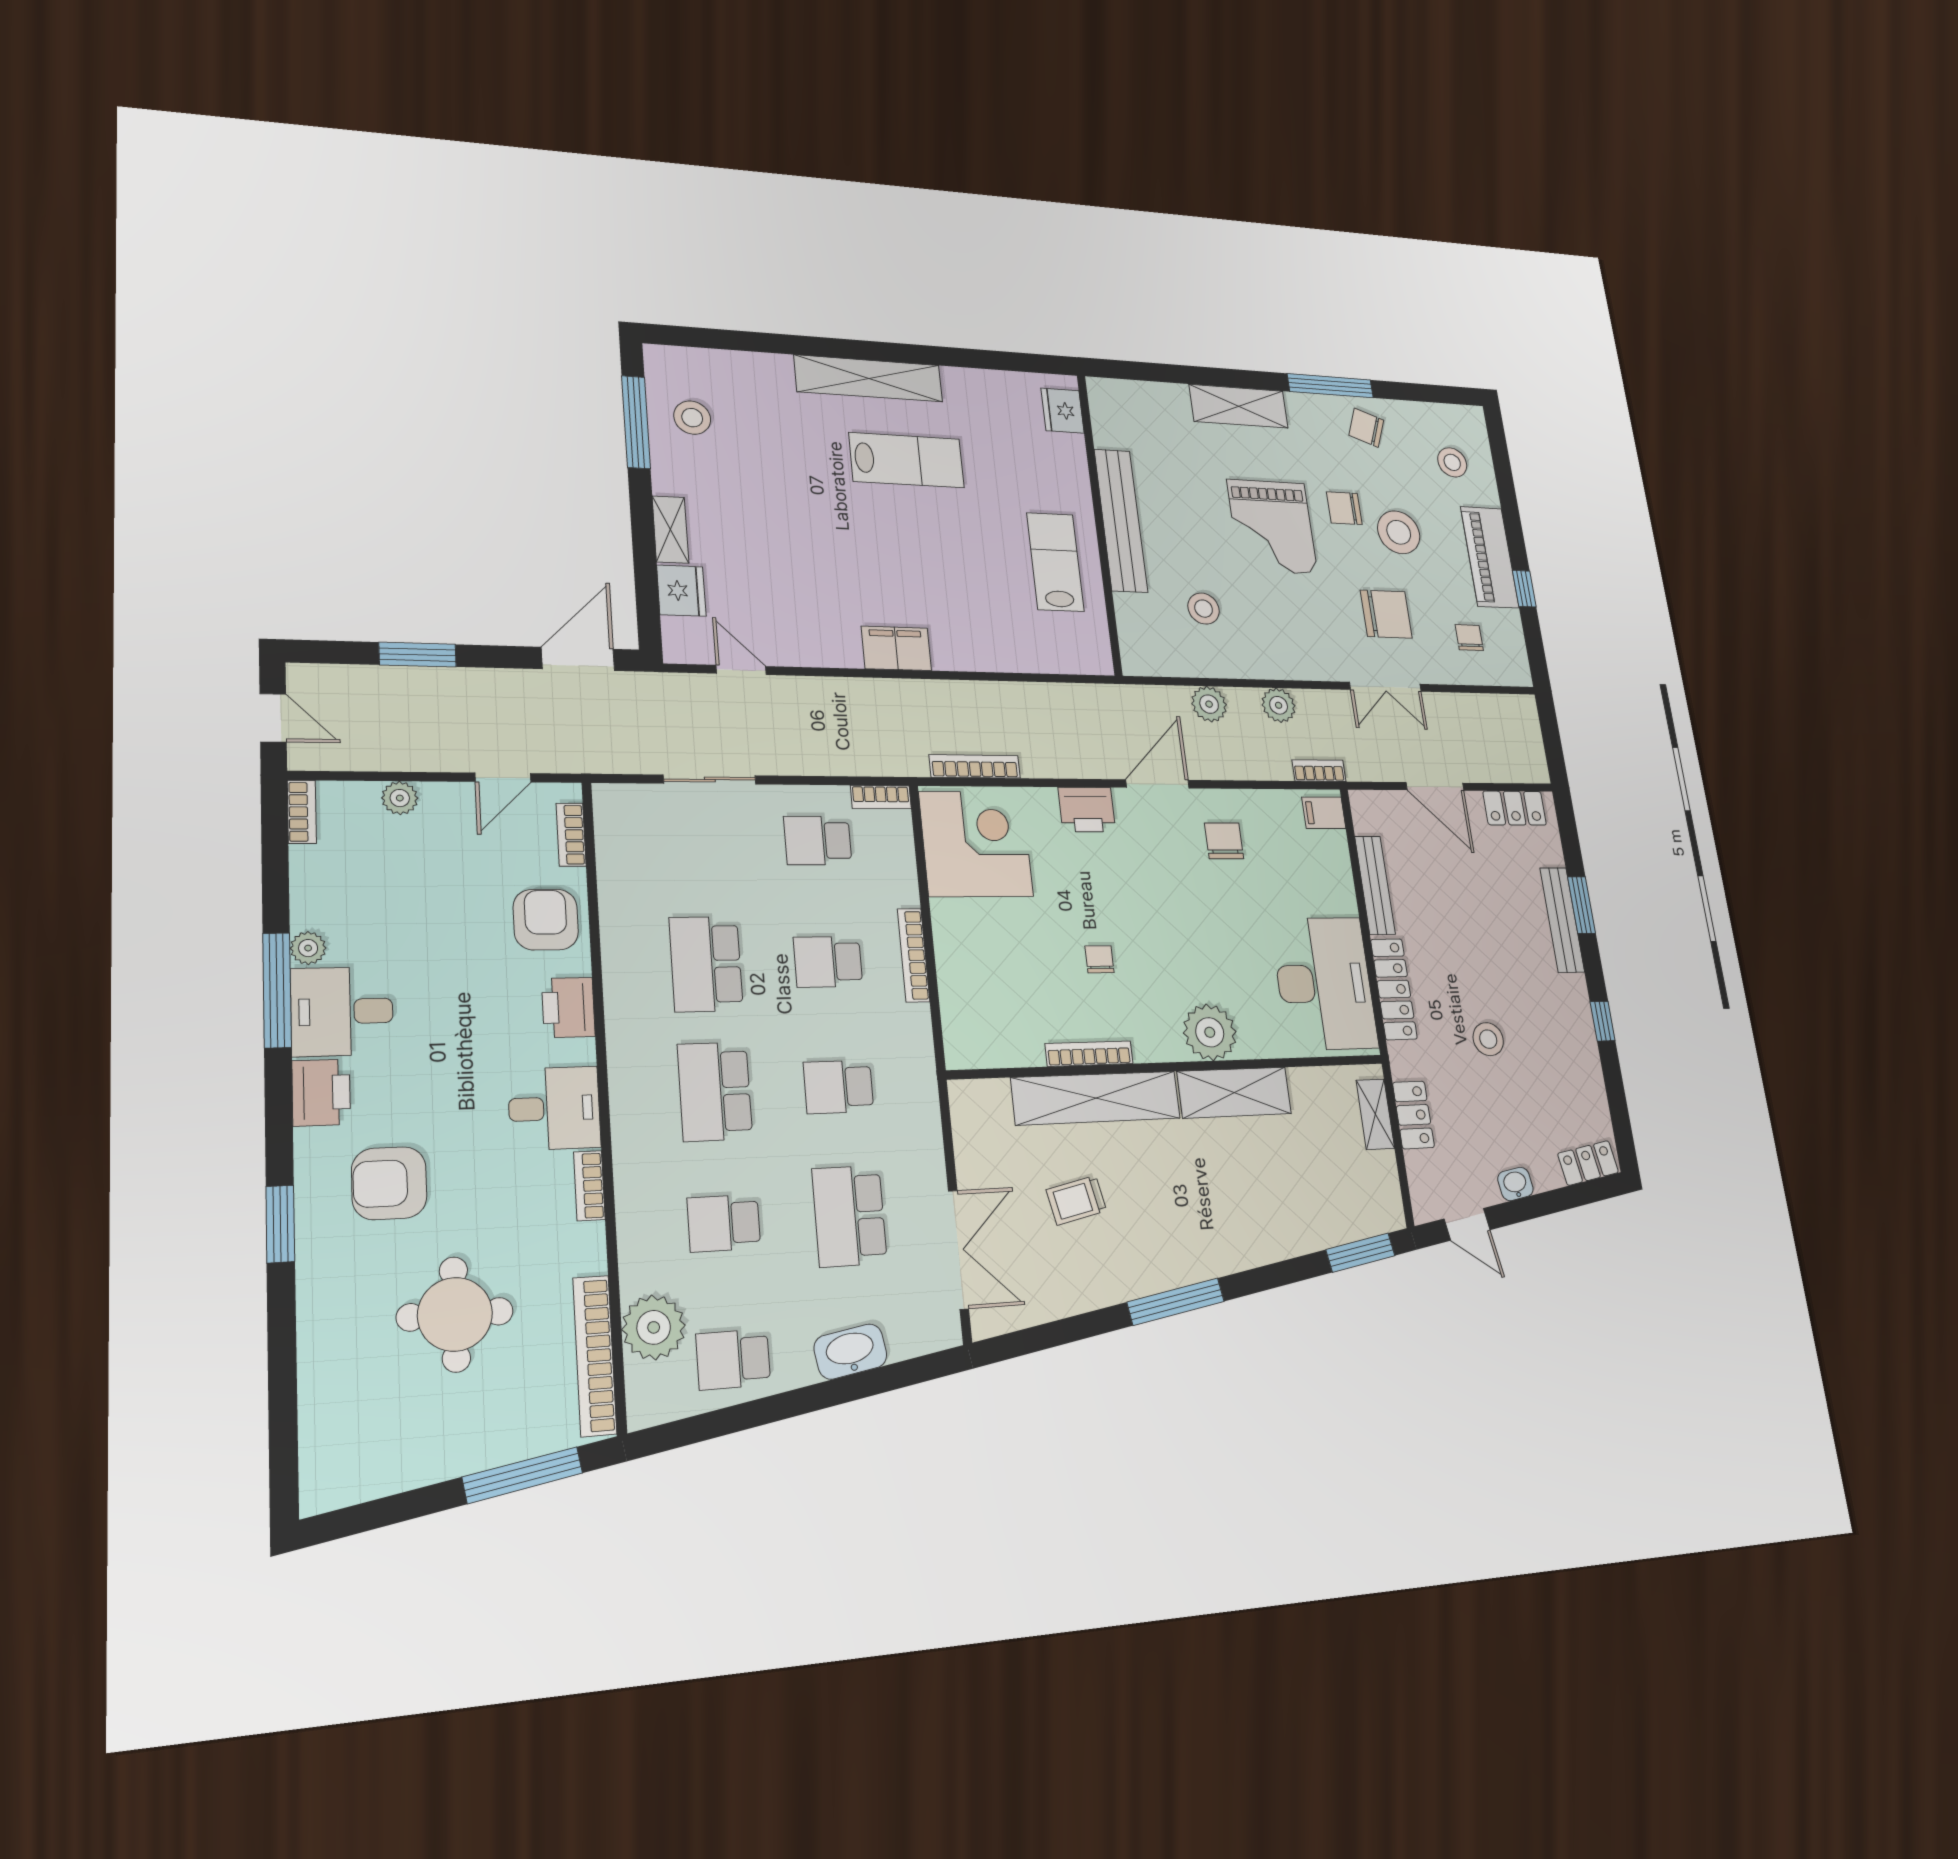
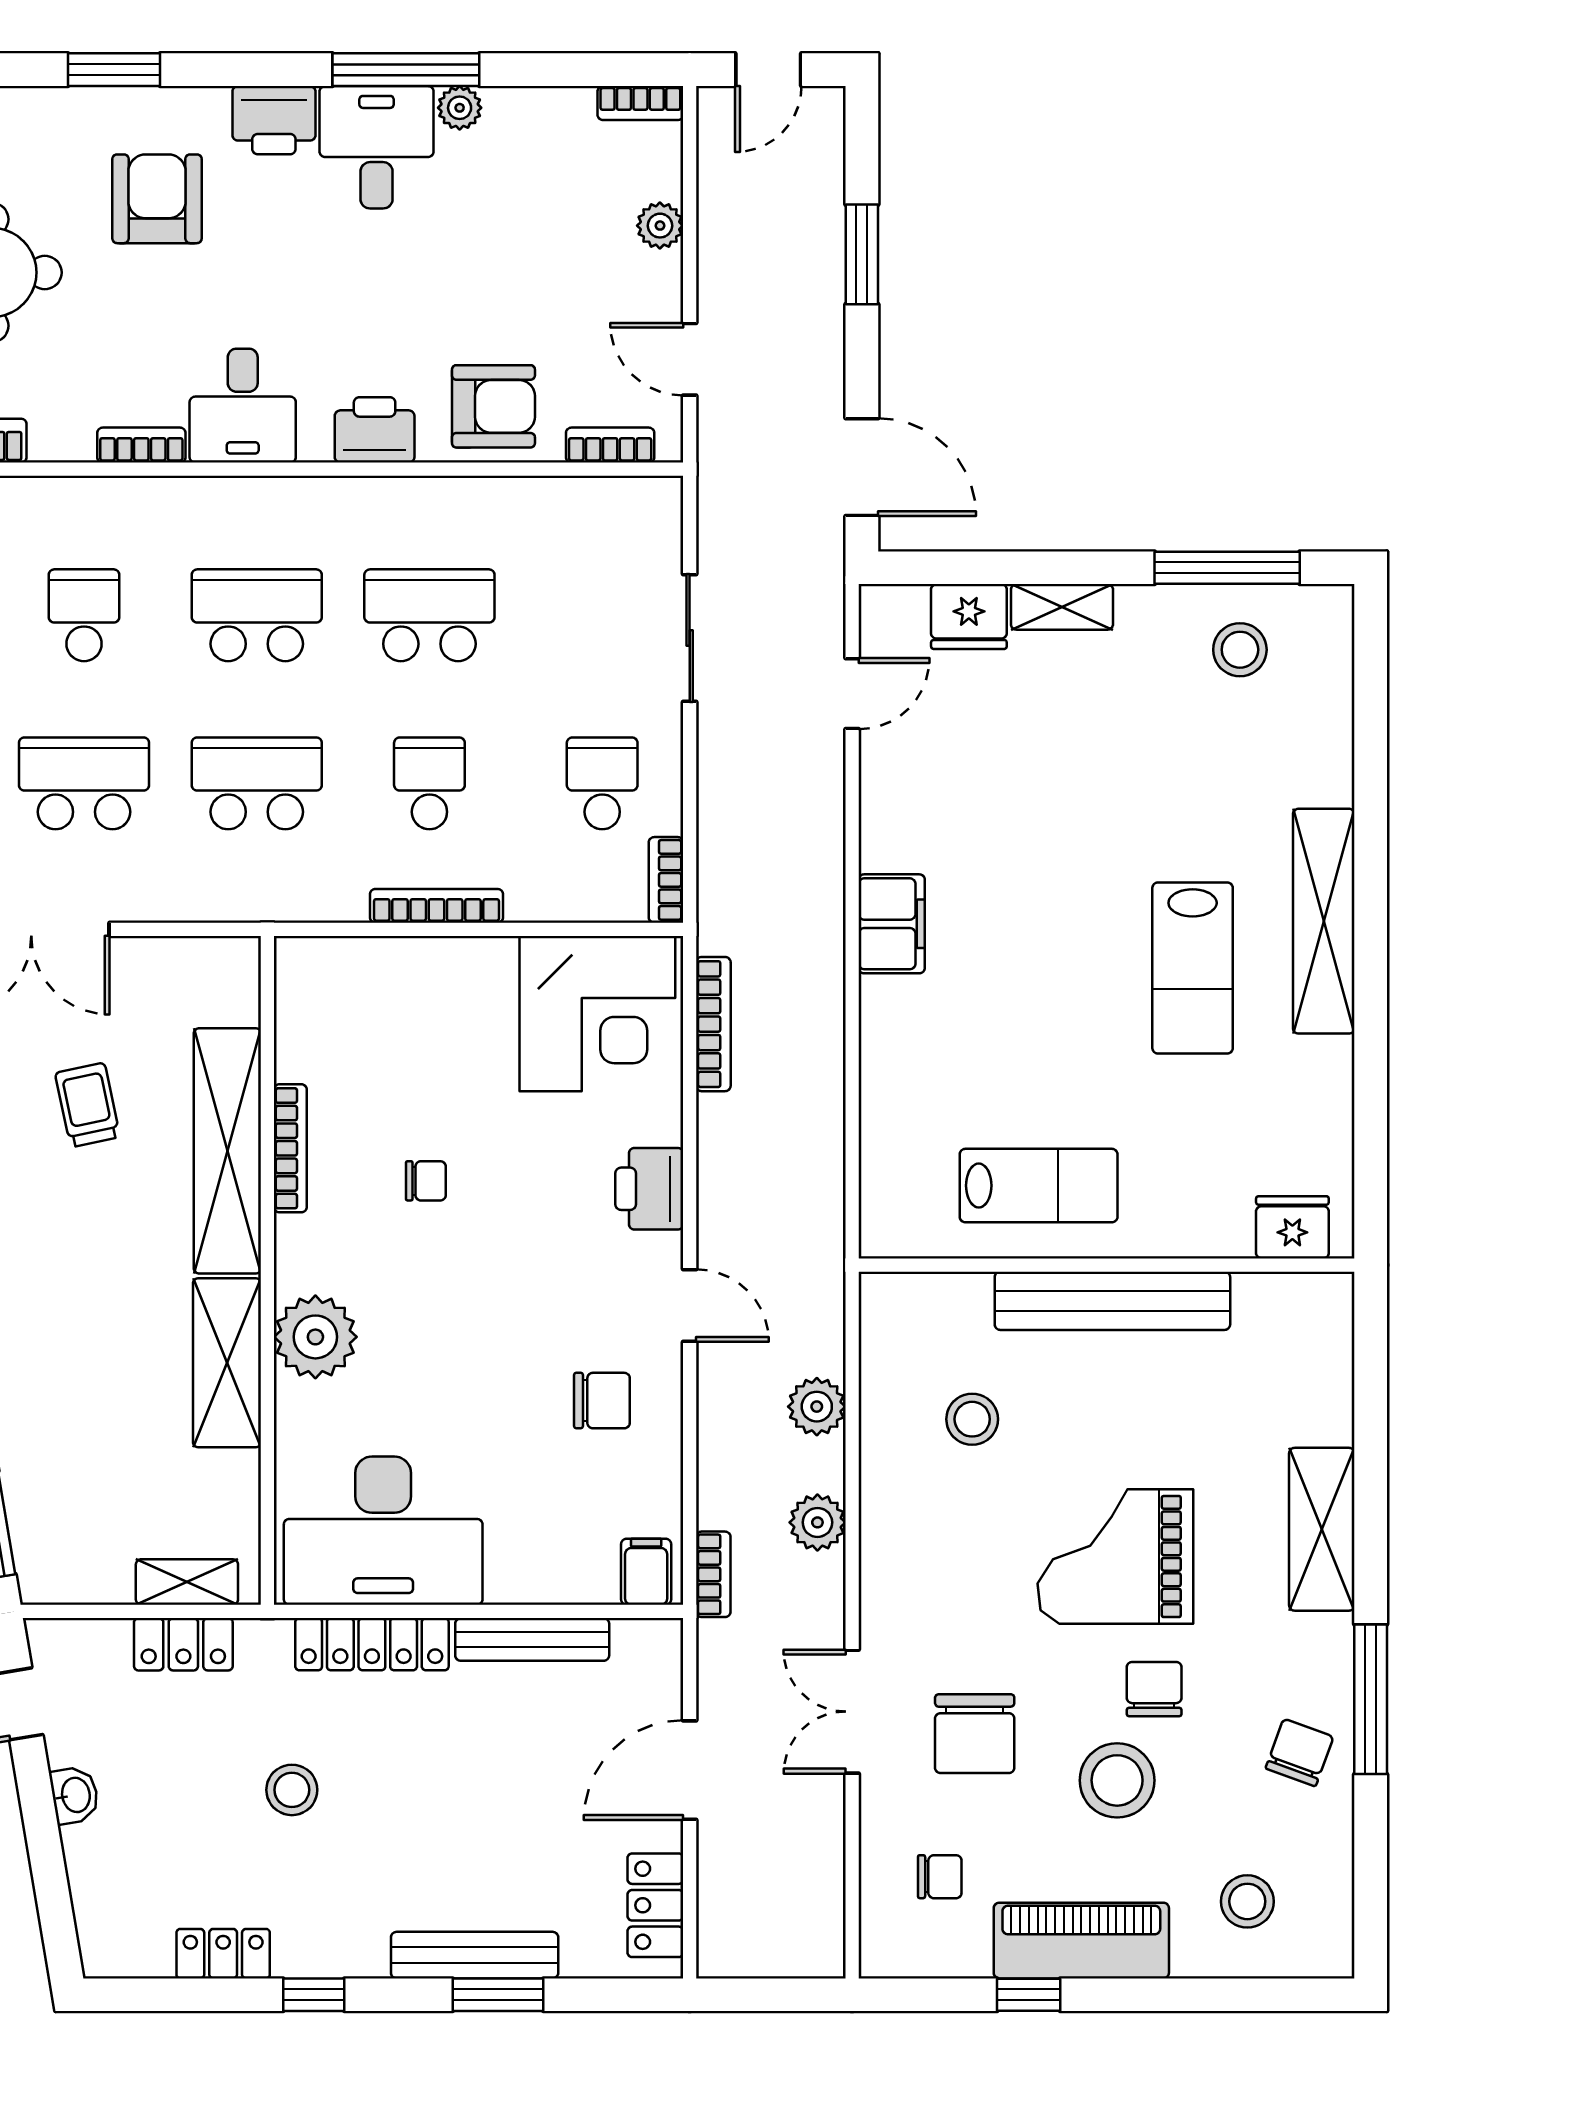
door: (1158, 784) -> (690, 1306), width x0.73
school desk: (839, 1087) -> (257, 783), width x1.85
locker: (1588, 1163) -> (223, 1954), moved, turned -80

